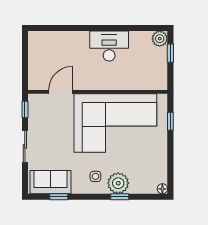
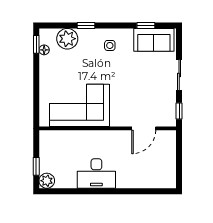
window: (170, 121) -> (36, 44), moved
corner sofa: (115, 123) -> (80, 105), width x0.73, depth x0.74
plant: (118, 183) -> (67, 39), moved
floor lamp: (162, 189) -> (44, 50), moved

